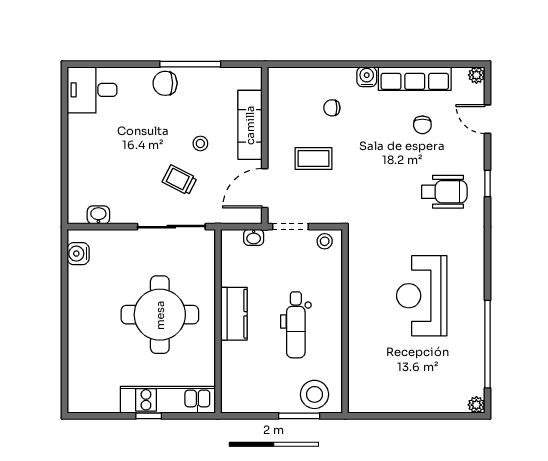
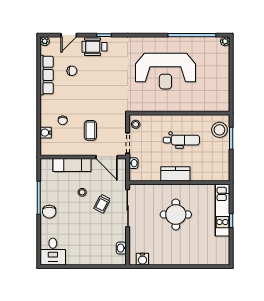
water cooler: (367, 77) -> (46, 133), moved
wheelchair: (444, 192) -> (95, 47), moved, turned -90
reception desk: (422, 296) -> (165, 71), width x1.36, depth x1.30
round table: (160, 315) -> (176, 214), width x0.73, depth x0.73

